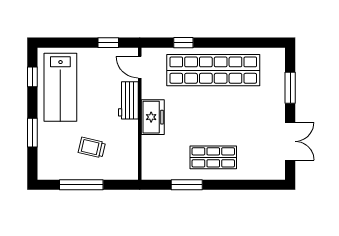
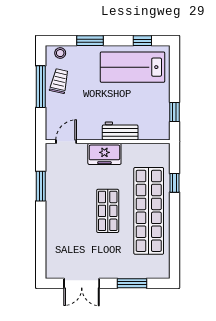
door: (140, 67) -> (66, 142), moved
trolley: (92, 148) -> (59, 81), moved
shop shelf: (213, 157) -> (108, 211), moved
stool: (46, 164) -> (60, 53), added

